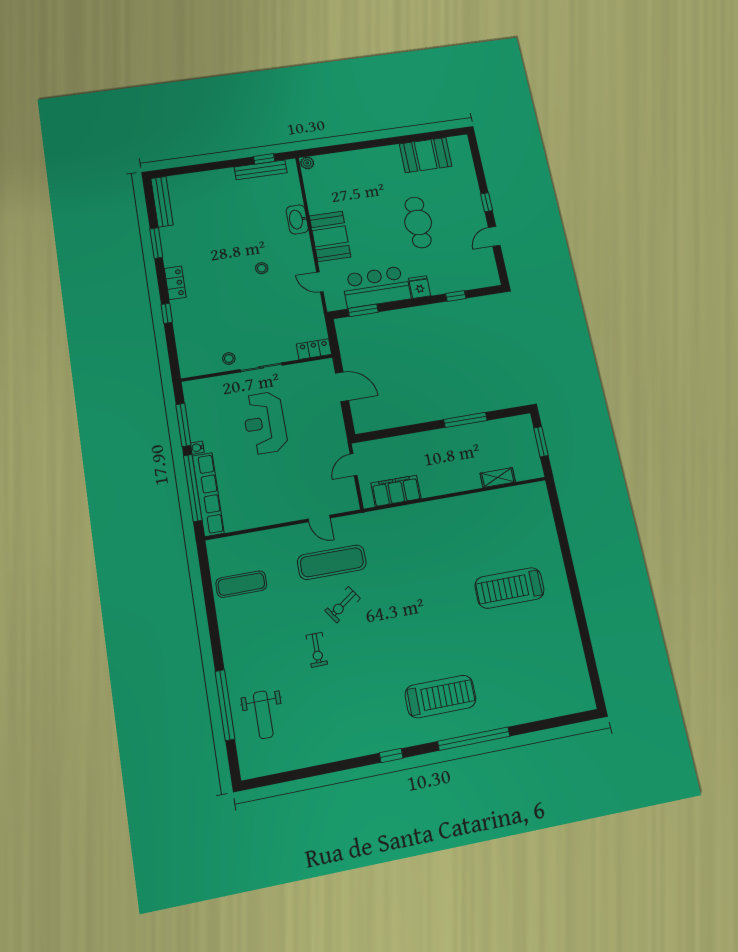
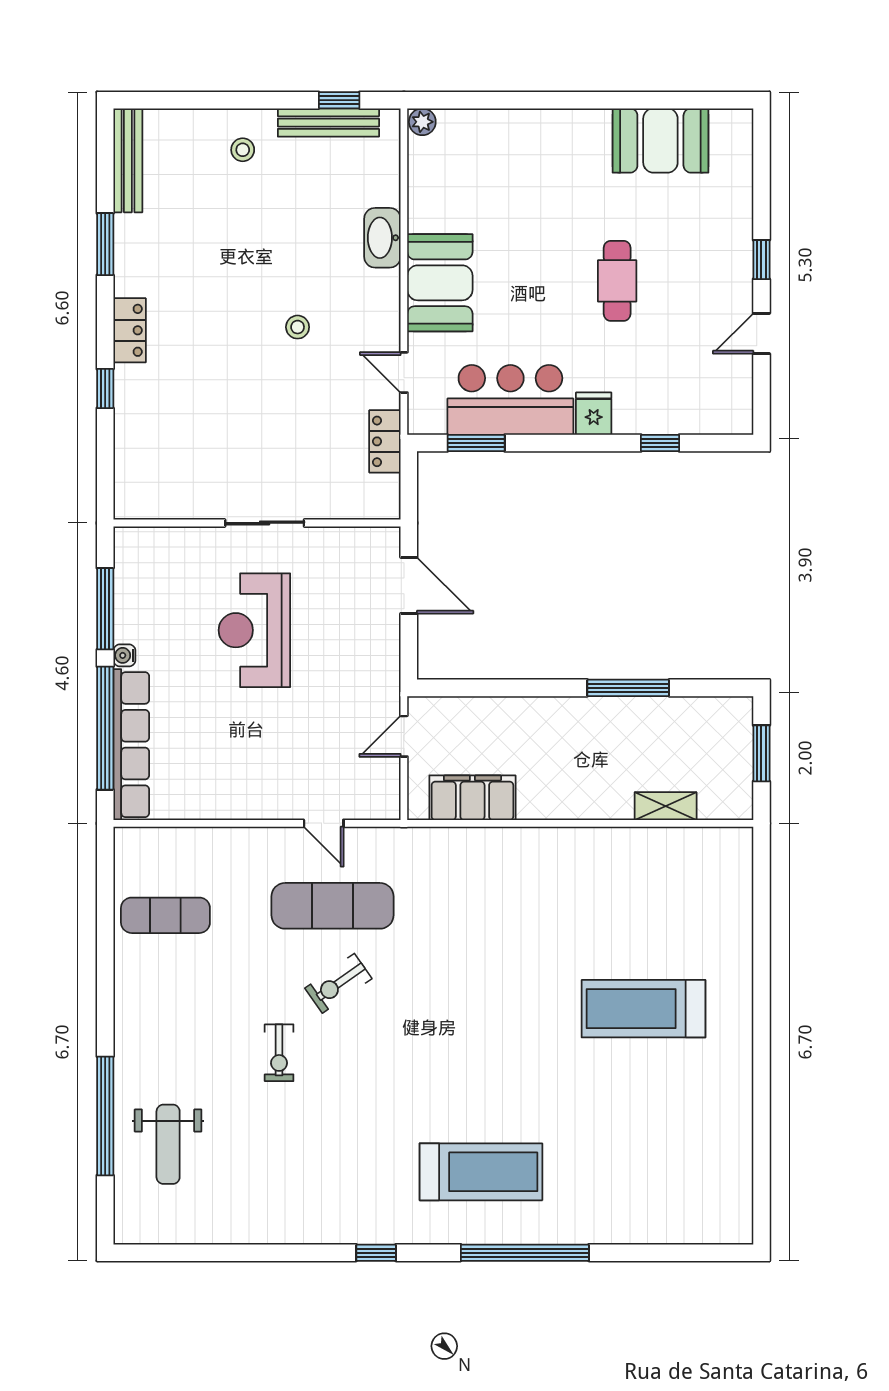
cafe table: (418, 222) -> (617, 281), width x0.73, depth x0.74
locker: (314, 349) -> (385, 441), moved, turned -90
stool: (229, 359) -> (243, 150), moved

